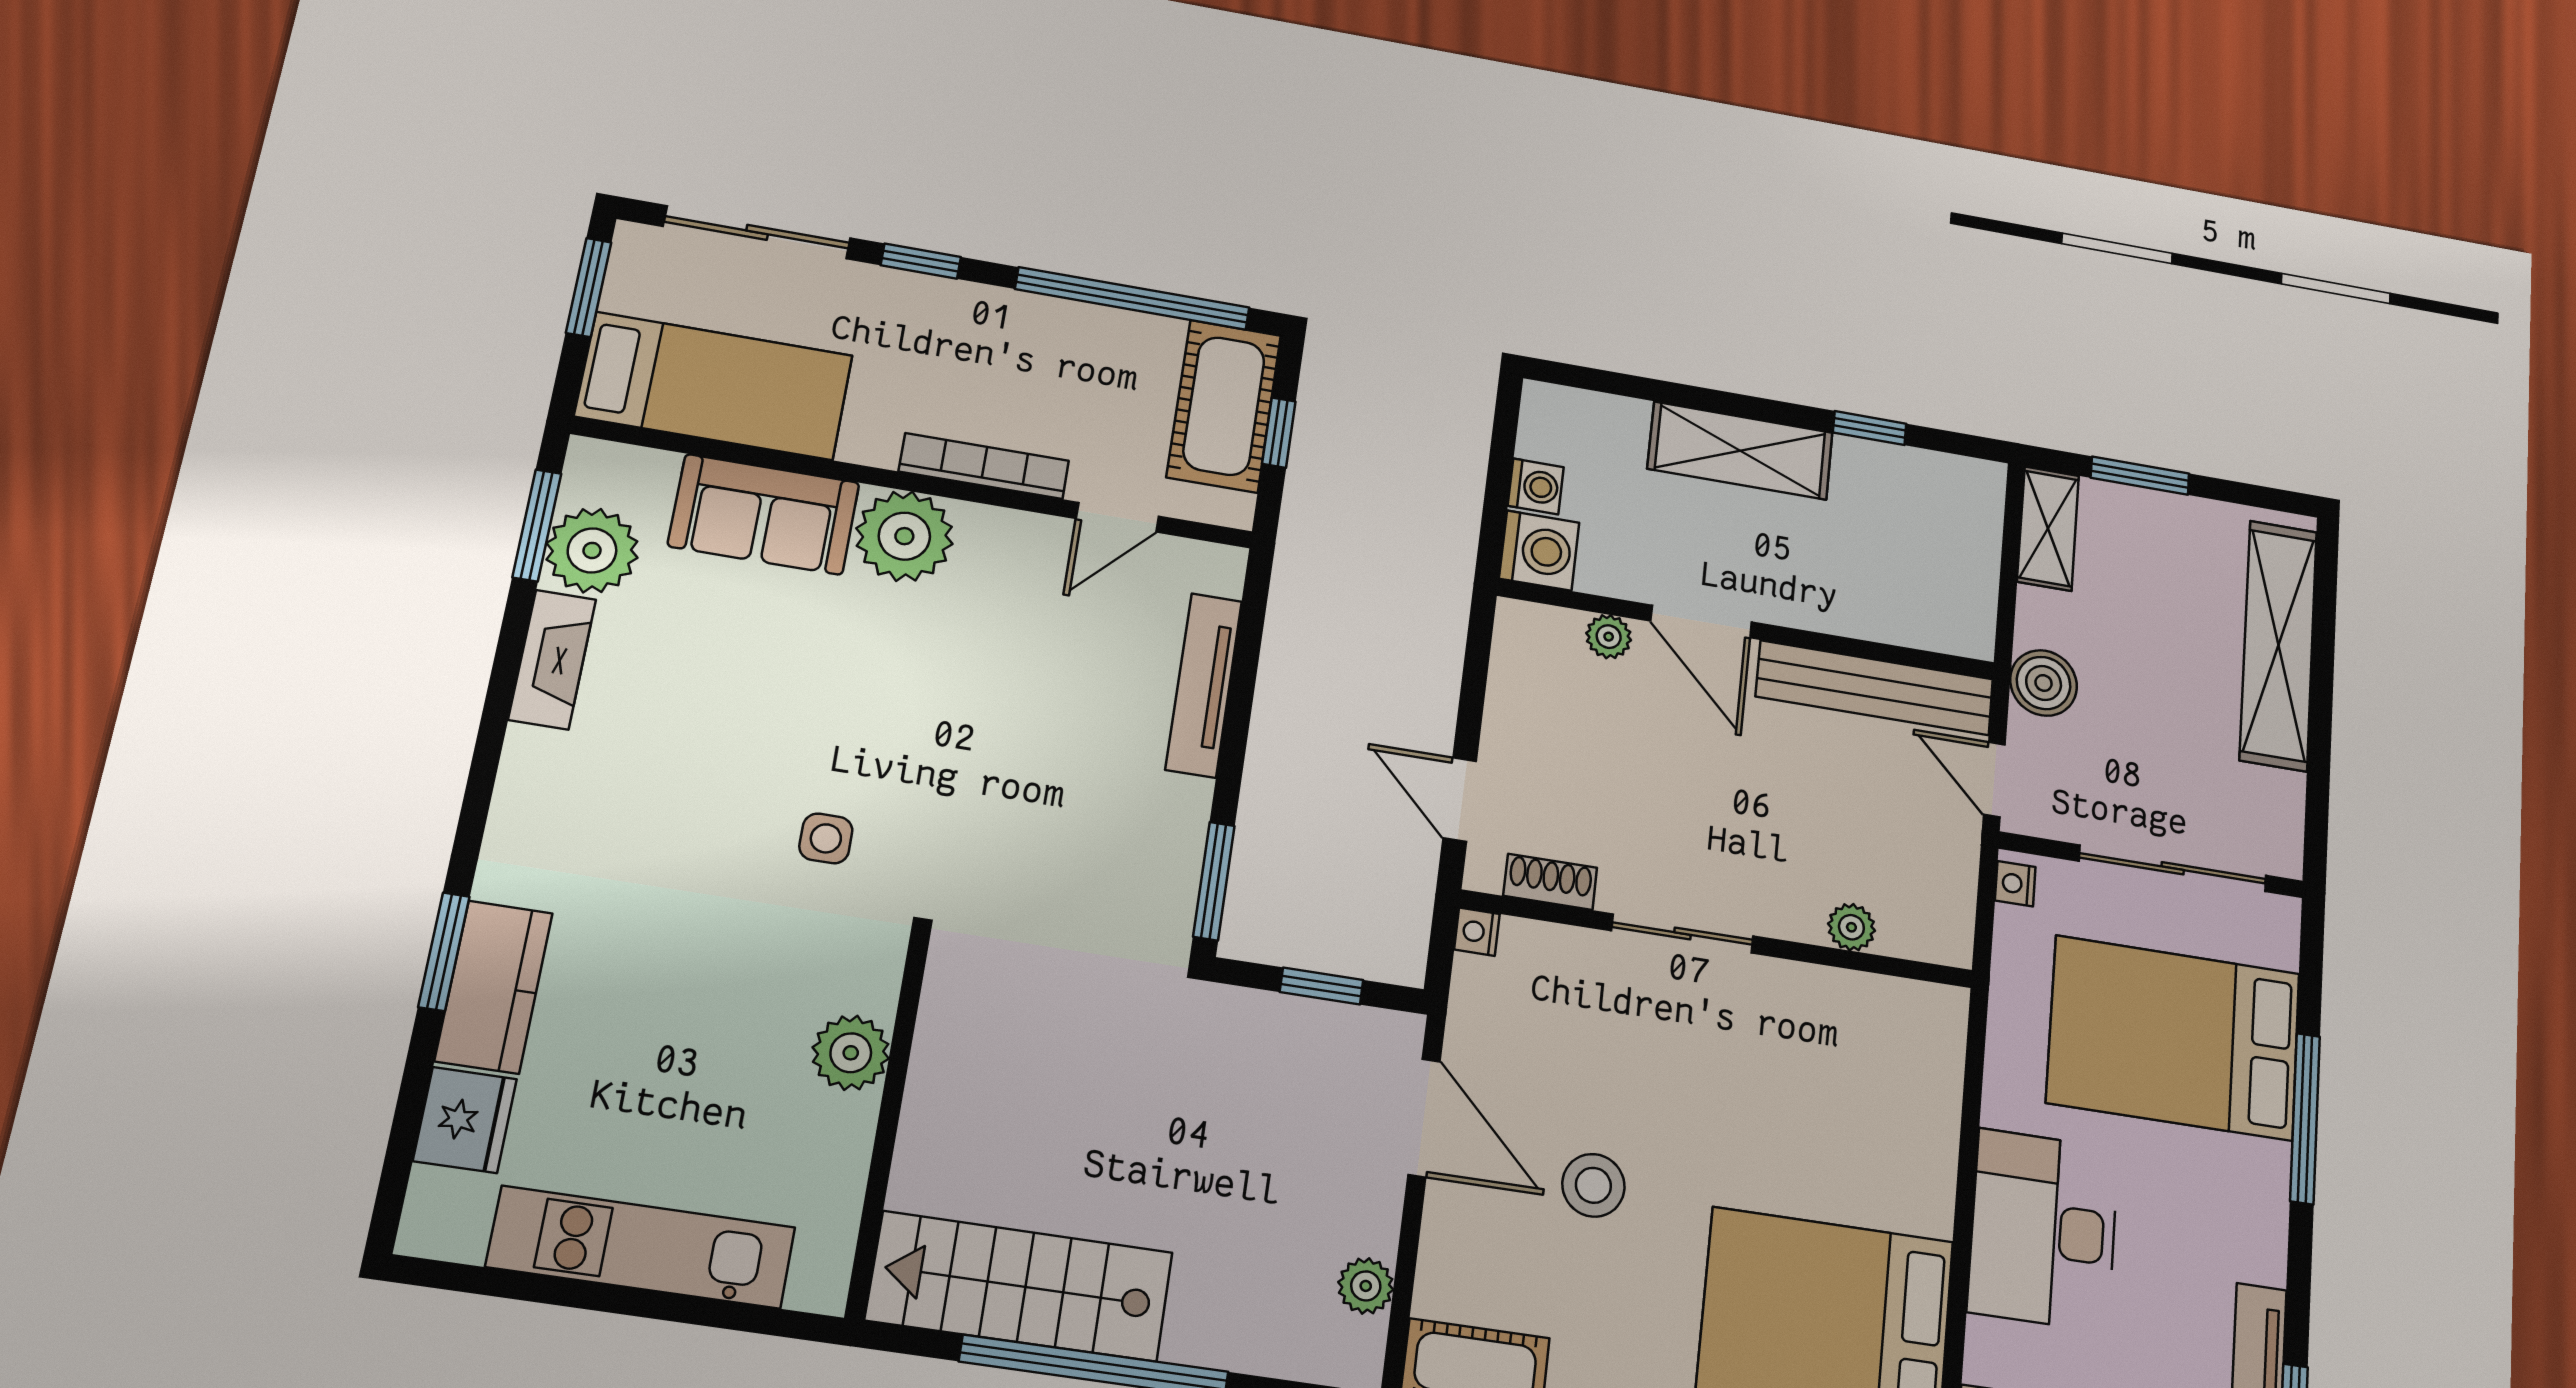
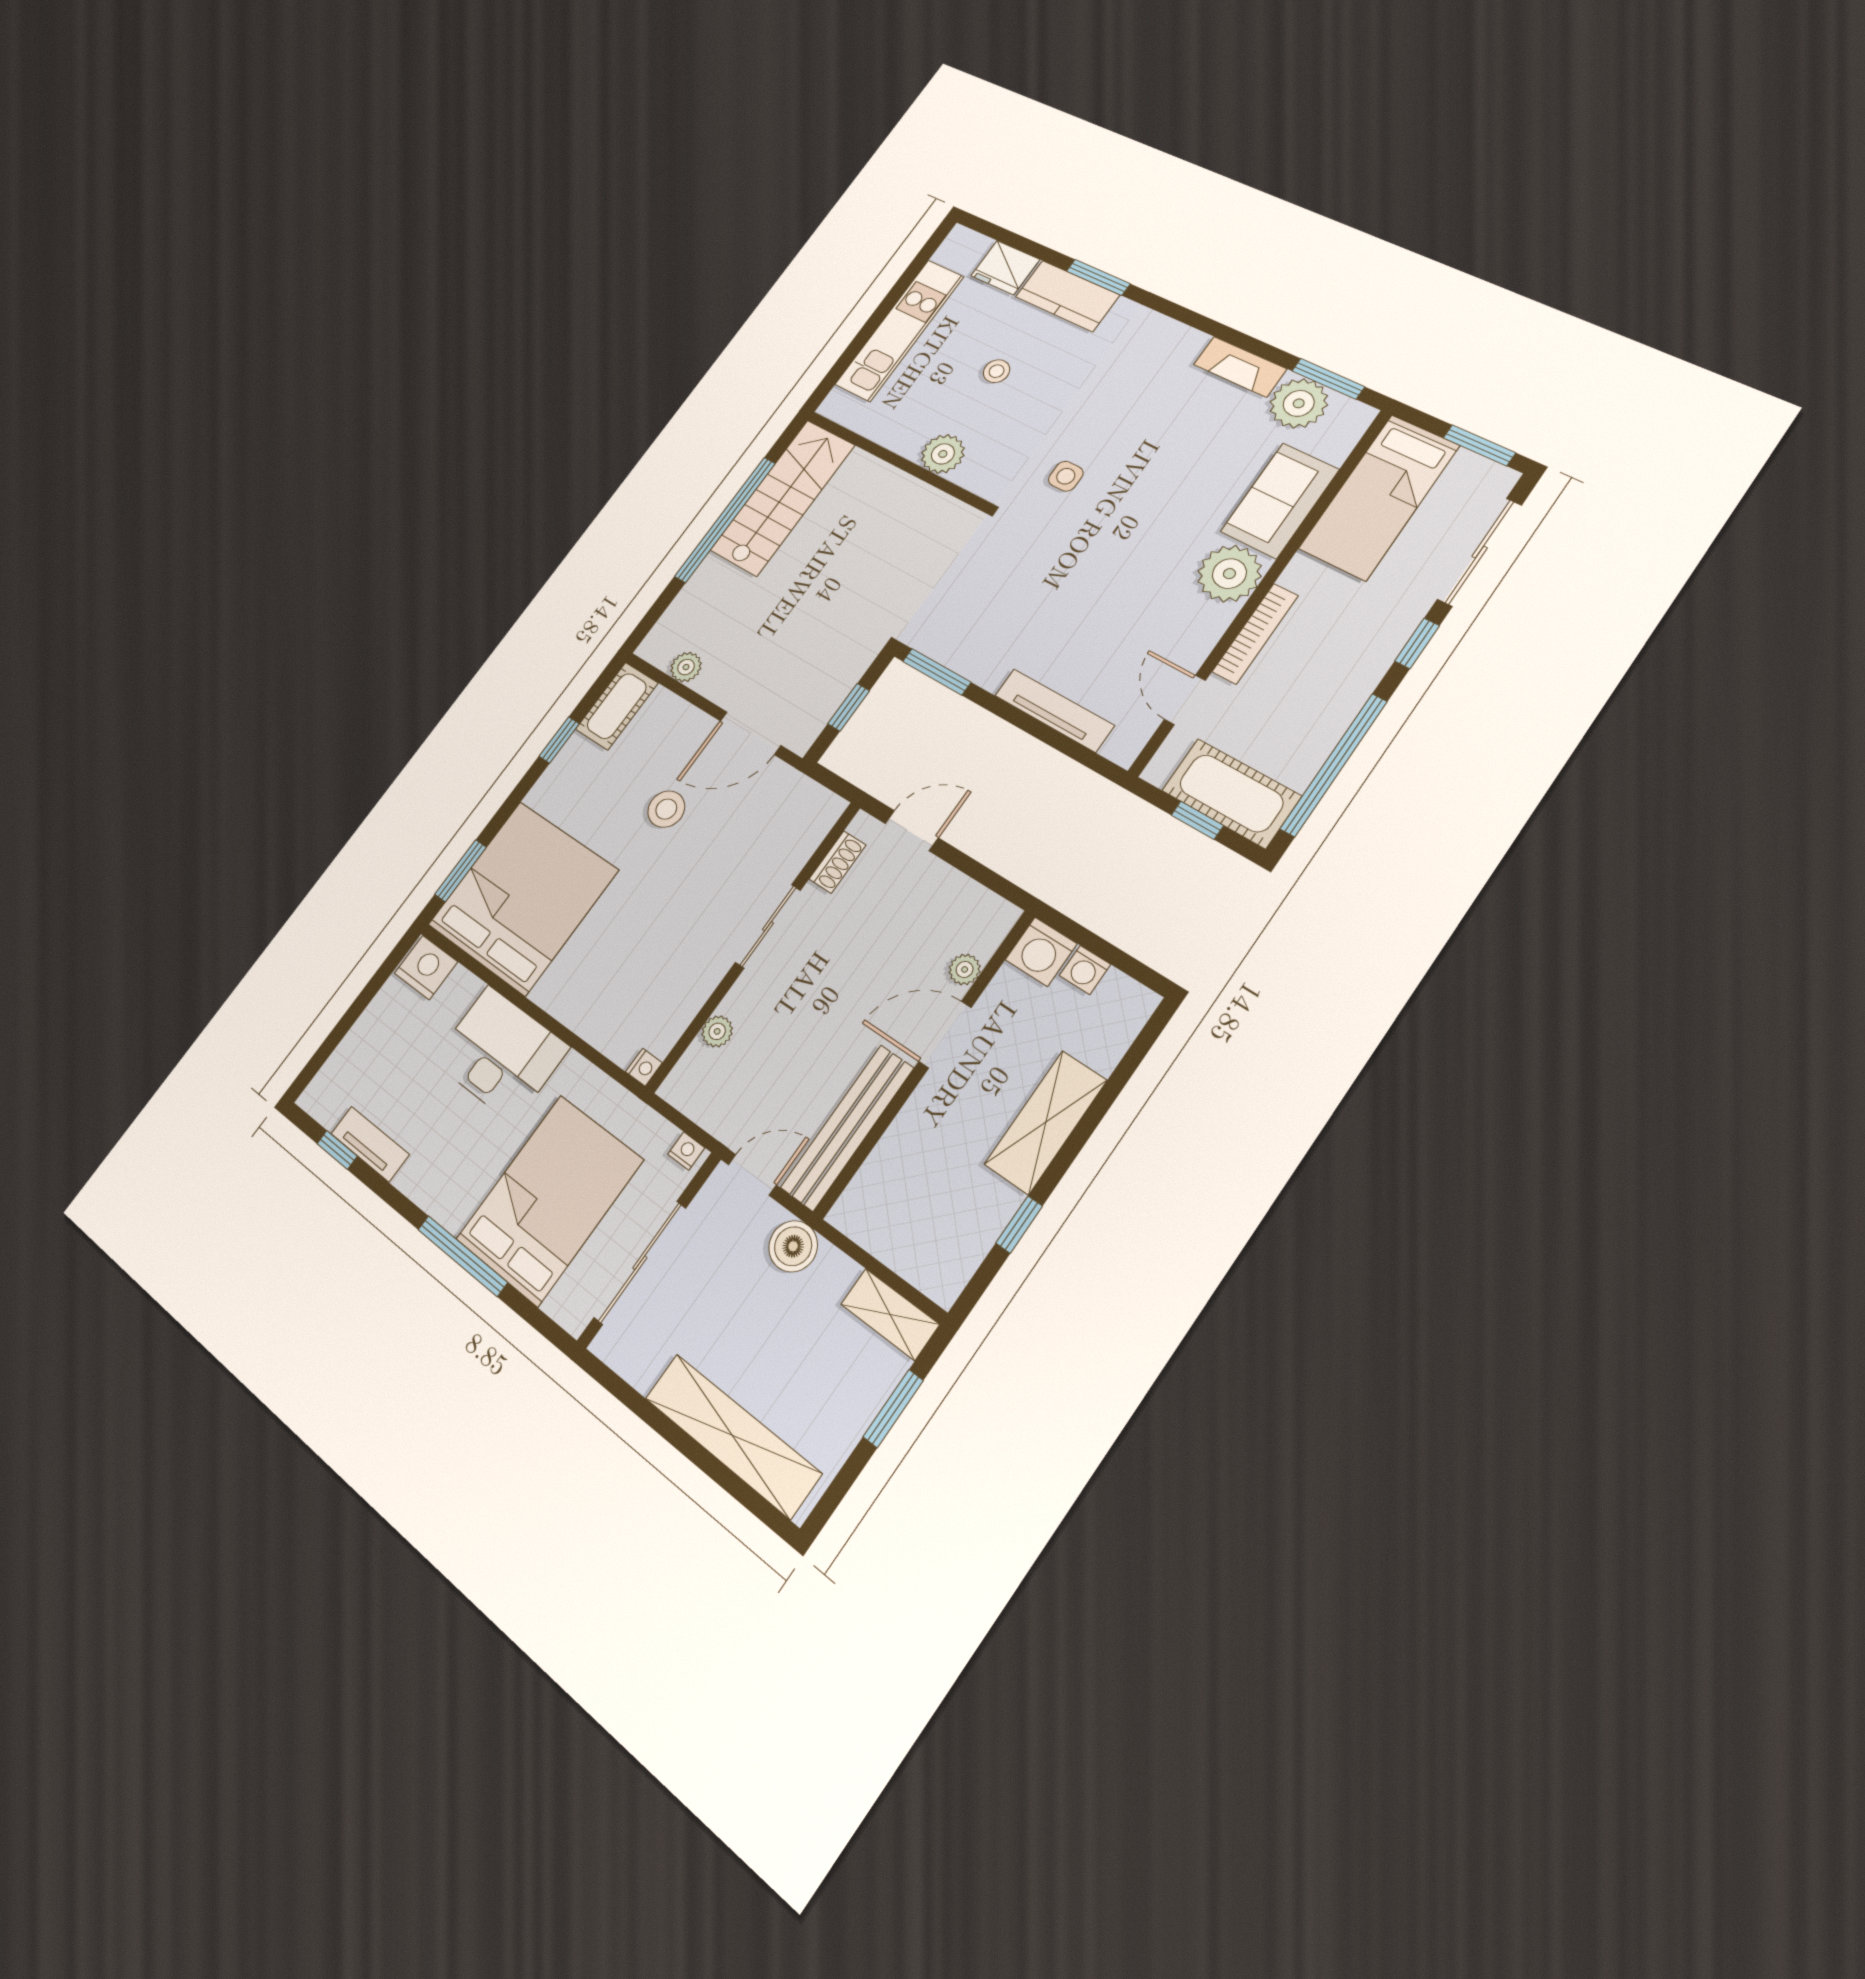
nightstand: (1477, 932) -> (644, 1067), moved, turned 90
stool: (671, 1038) -> (997, 371), added

